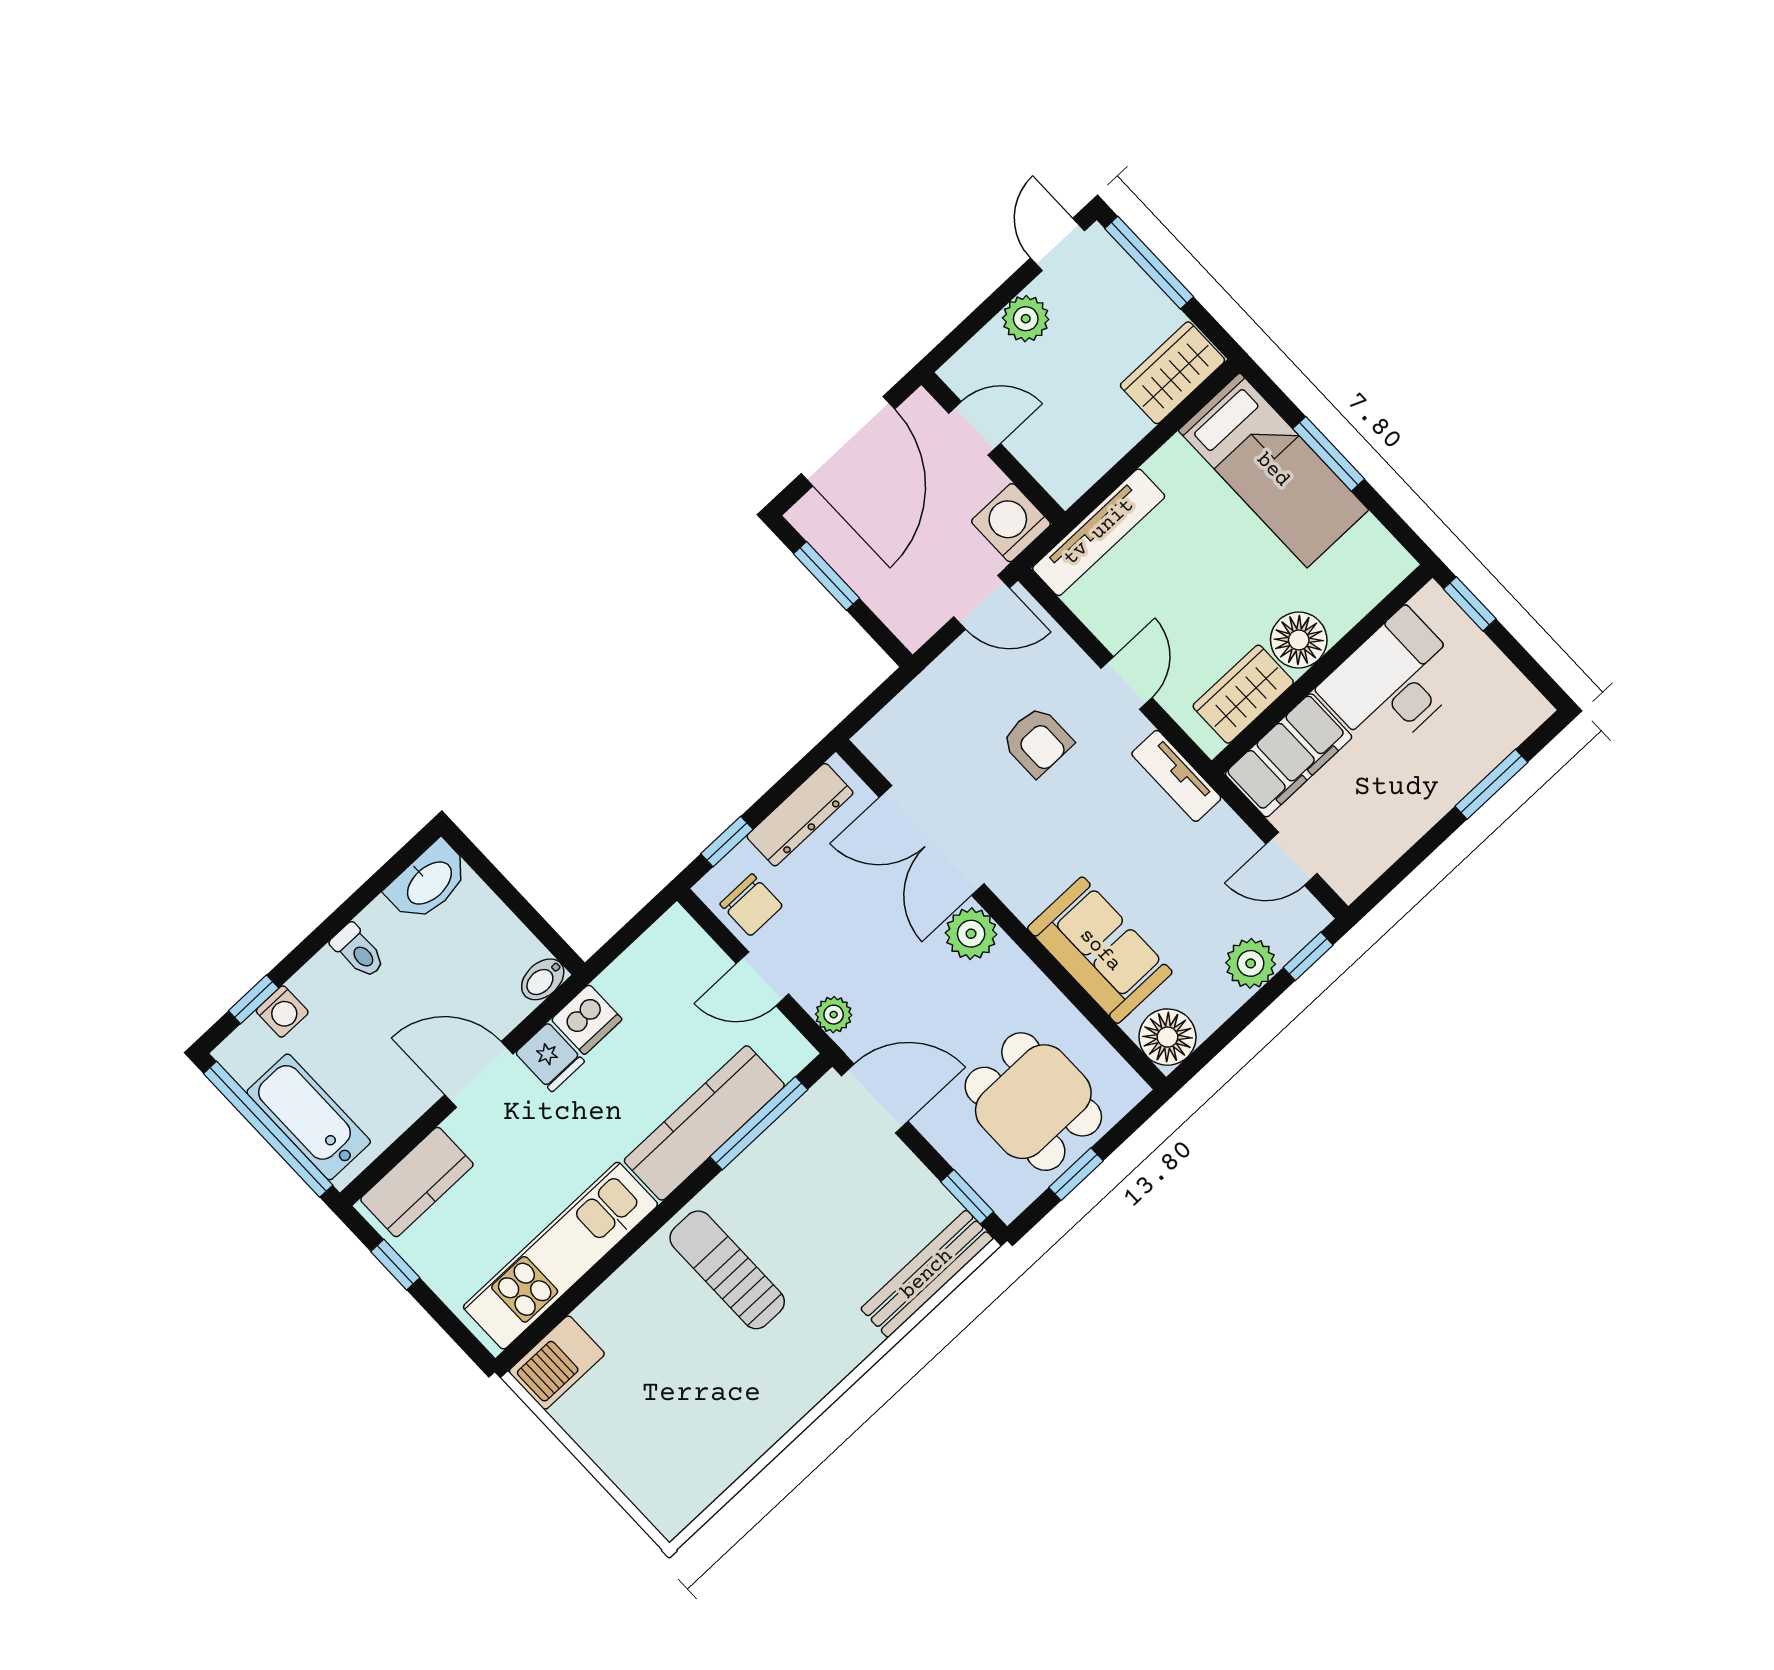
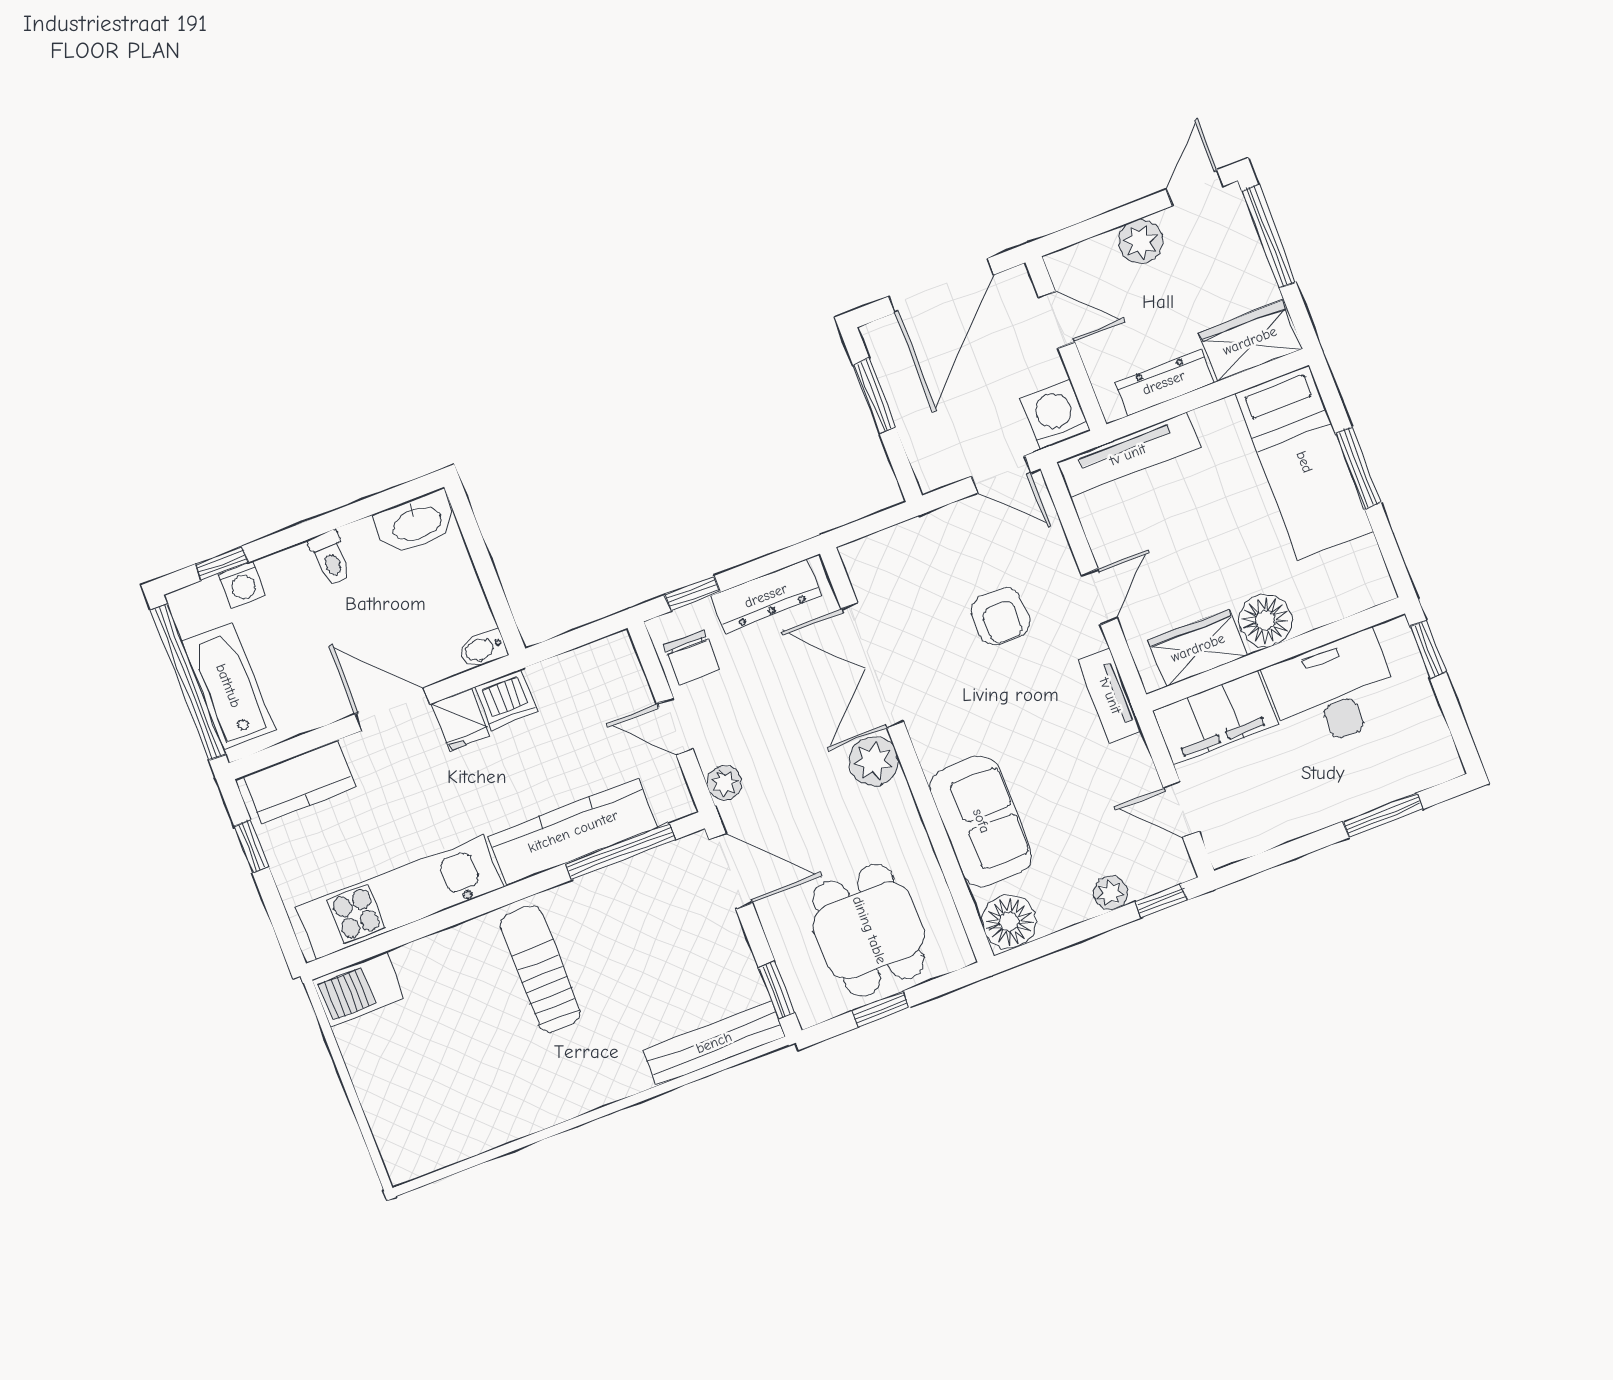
dresser: (1105, 448) -> (1164, 383), added
plant: (1251, 963) -> (1111, 893), width x0.73, depth x0.73

